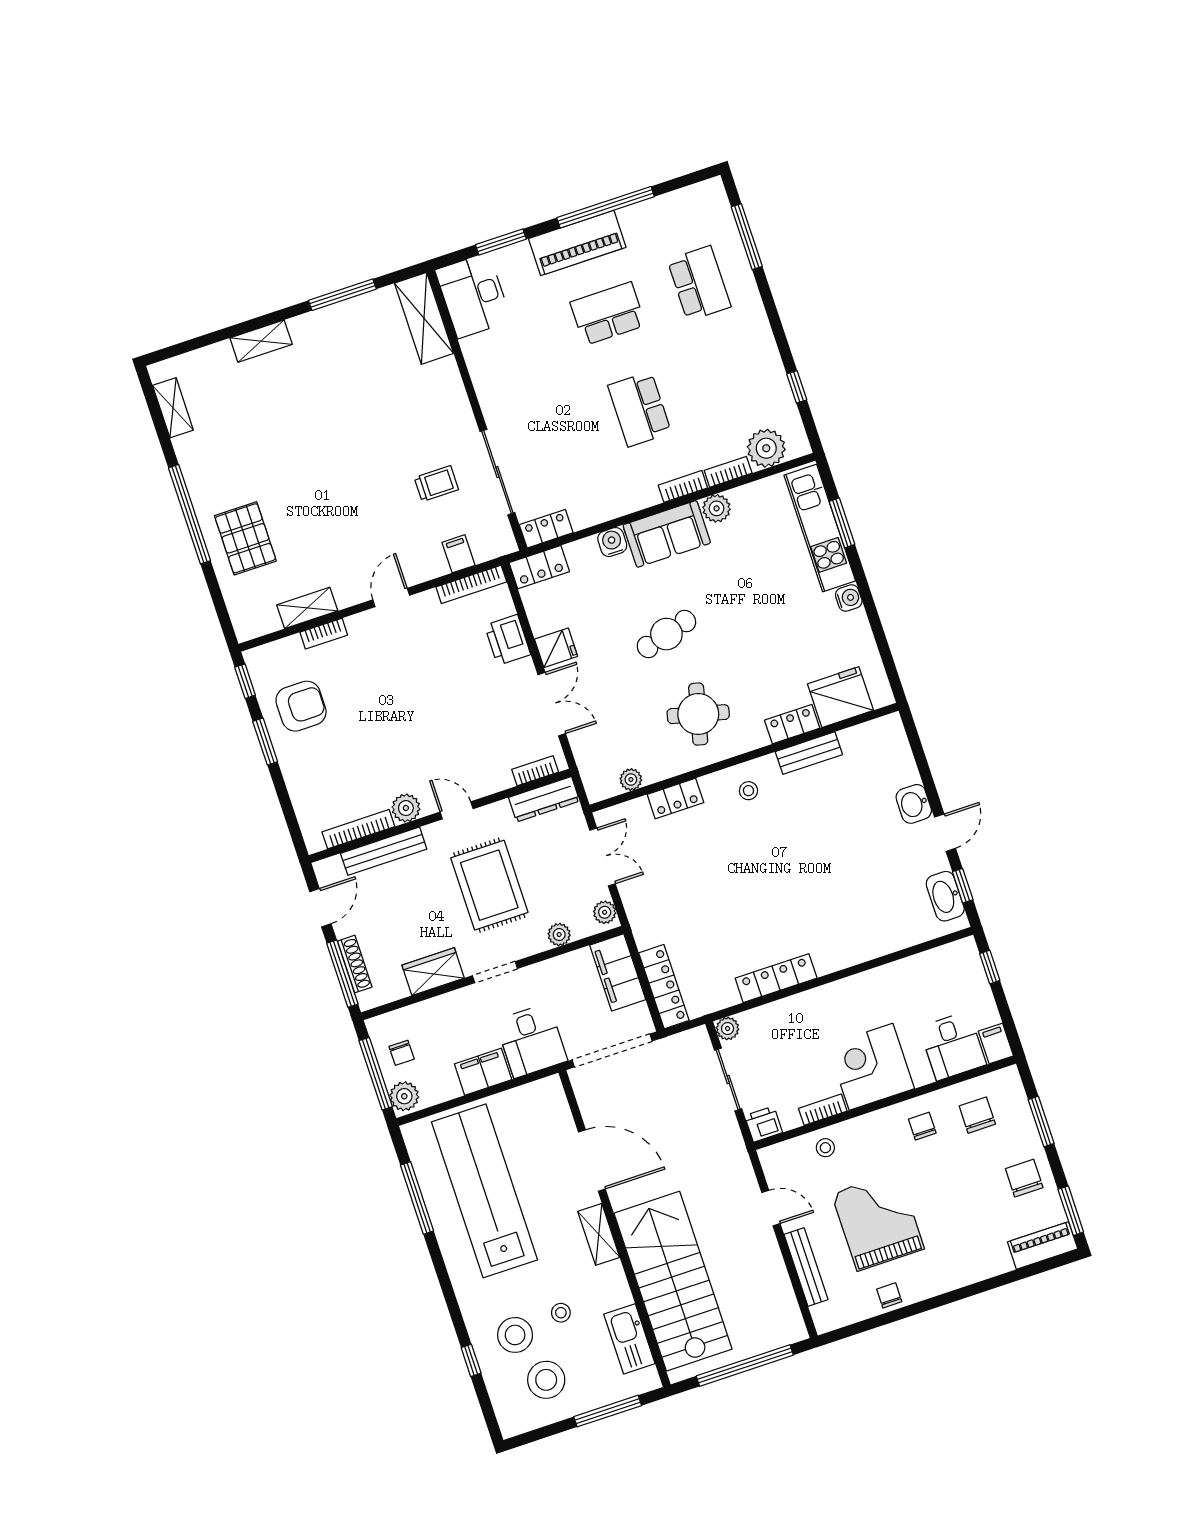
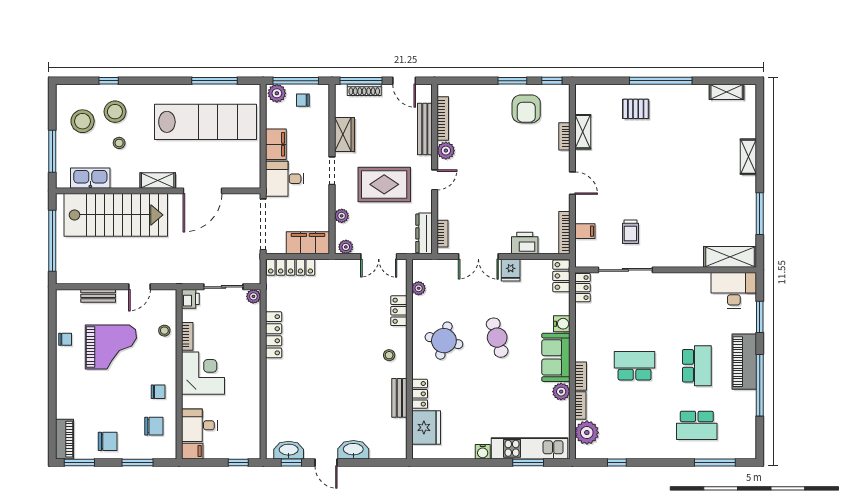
pallet: (245, 538) -> (636, 109), width x0.67, depth x0.71
washbasin: (914, 804) -> (353, 450), width x1.38
bench: (806, 1267) -> (98, 296), width x0.73

